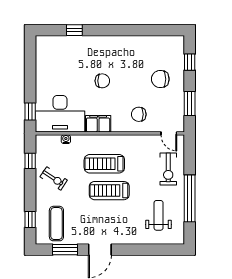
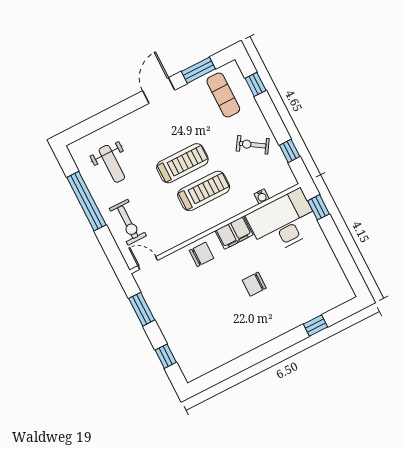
chair: (160, 79) -> (189, 320), removed
chair: (139, 114) -> (202, 254), moved
exercise bike: (168, 169) -> (128, 222), turned 180

